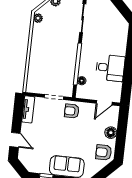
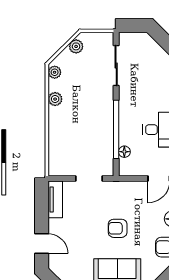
plant: (36, 37) -> (55, 99), added
armchair: (72, 111) -> (118, 228), moved

